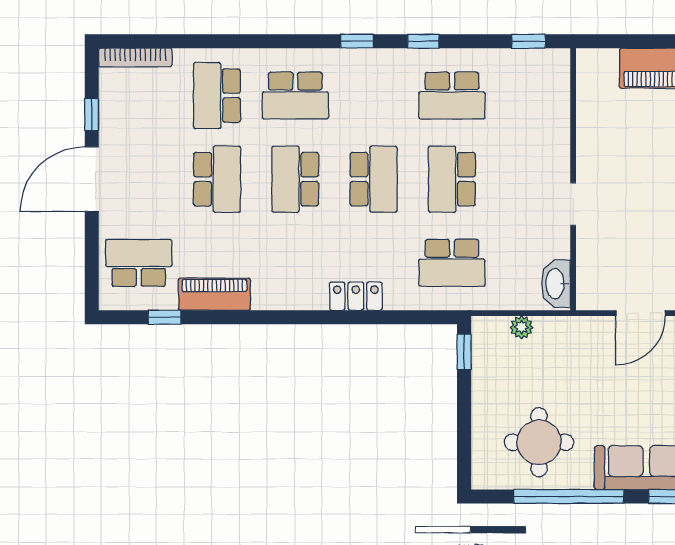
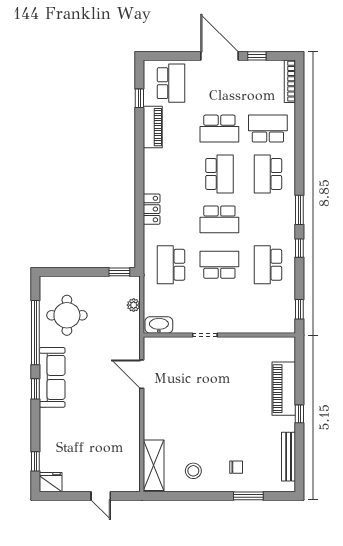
window: (357, 41) -> (299, 210), width x1.50
school desk: (295, 179) -> (219, 174), turned 90

